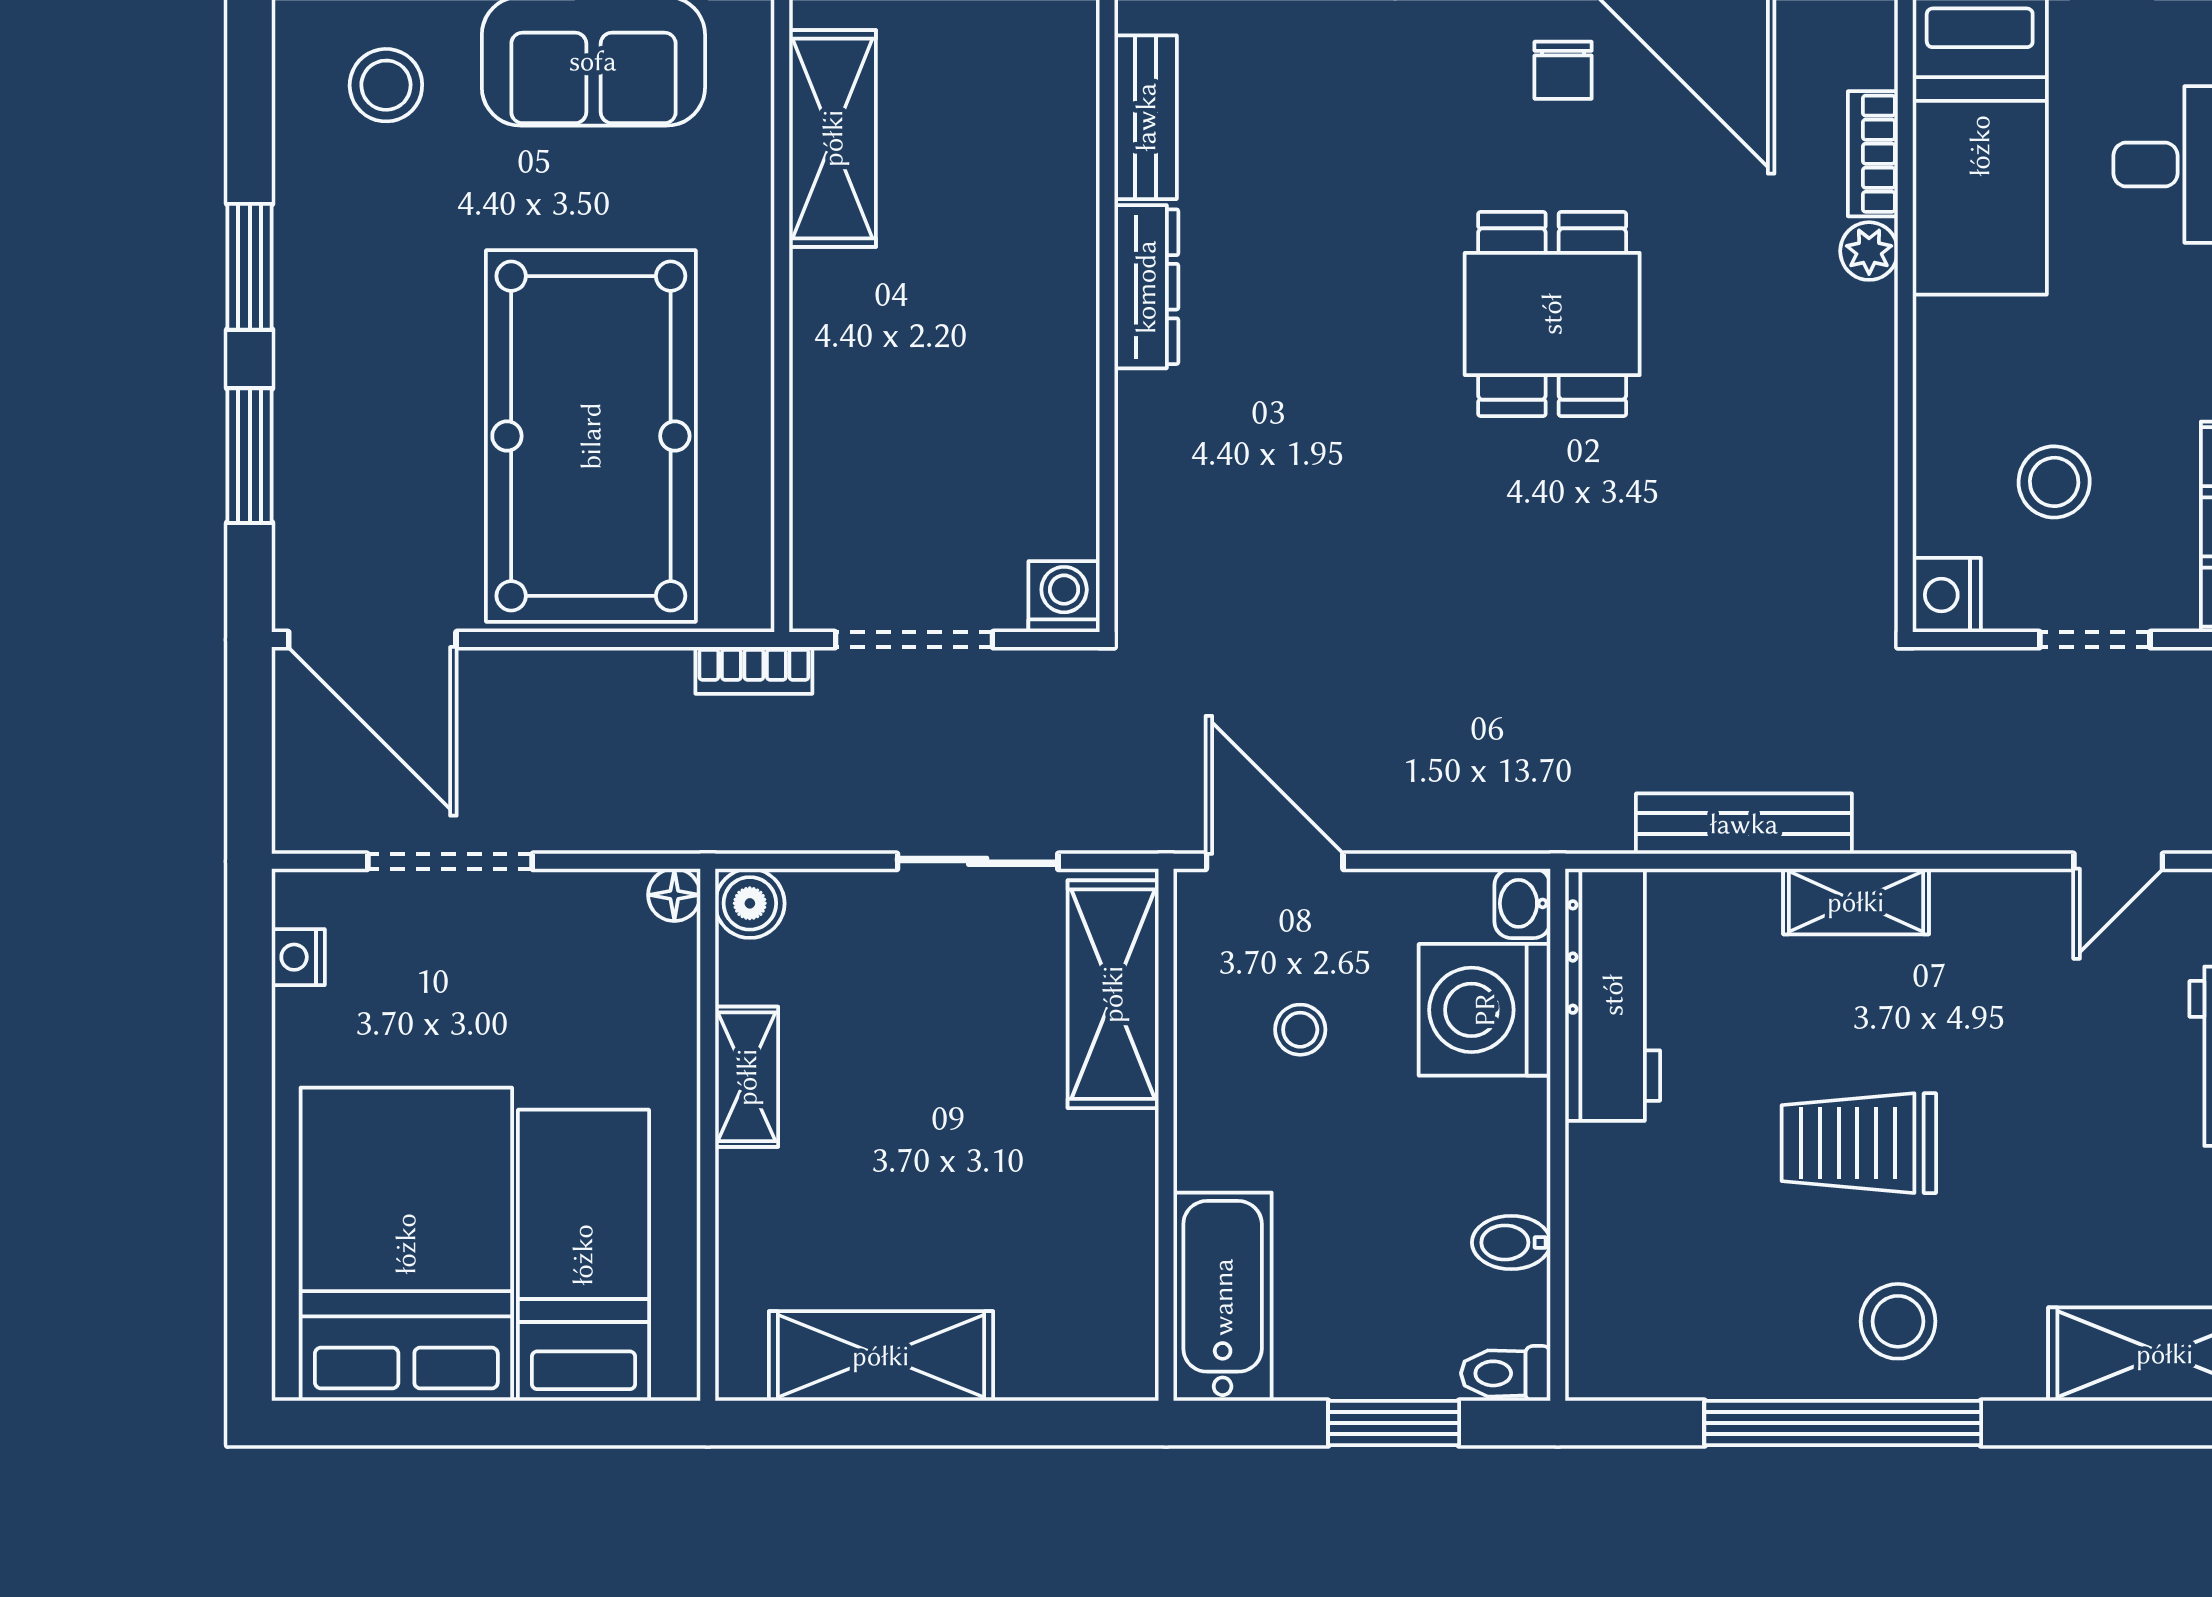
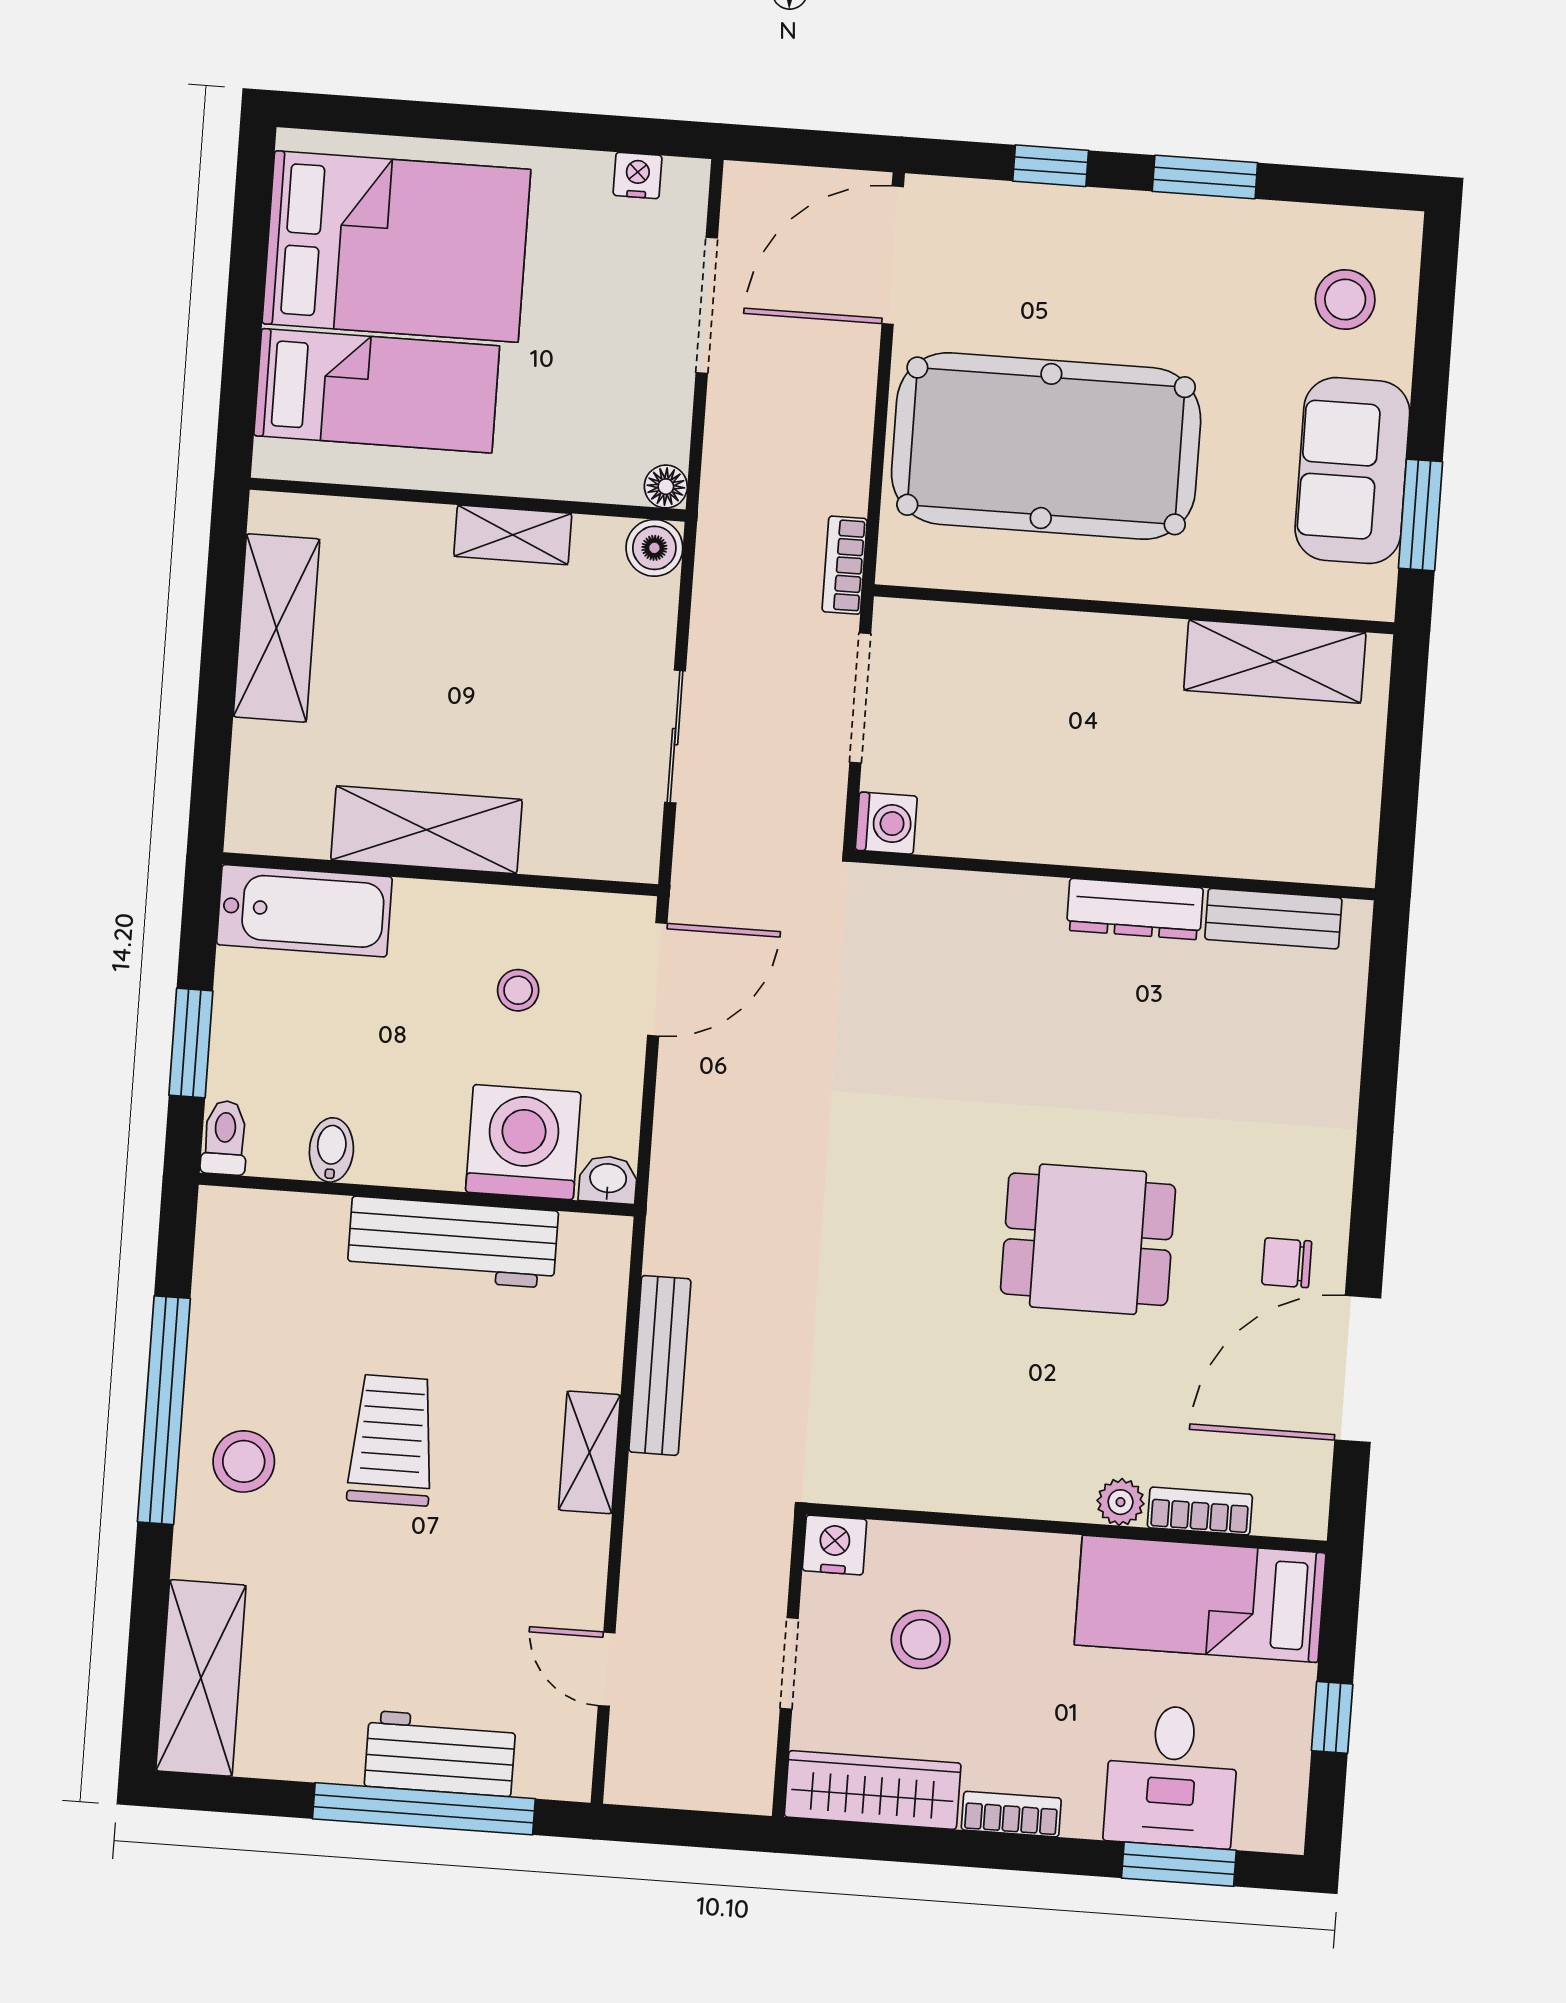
window: (250, 456) -> (1051, 166), width x0.67
shelving: (1113, 994) -> (426, 830), moved
workbench: (1613, 995) -> (453, 1242), moved

